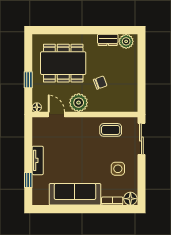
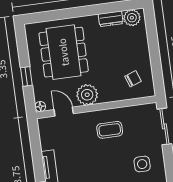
dining table: (63, 63) -> (64, 52), turned 90
chair: (100, 83) -> (133, 79), moved
coffee table: (111, 130) -> (110, 130), moved

